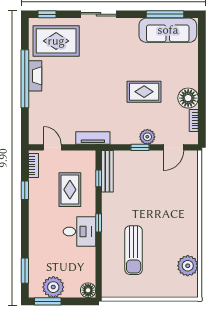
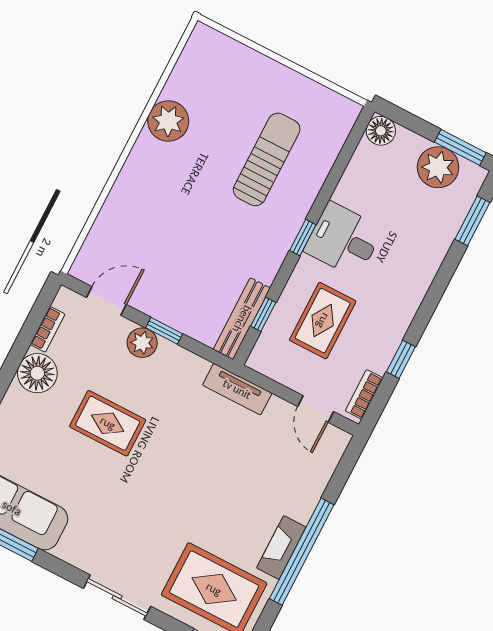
plant: (188, 266) -> (168, 121), moved

